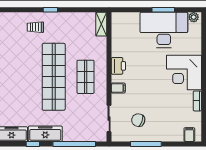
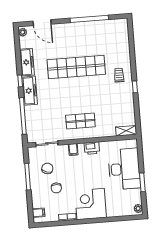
desk: (164, 30) -> (124, 169), moved
shop shelf: (54, 77) -> (76, 67), moved
chair: (162, 111) -> (56, 188), added

